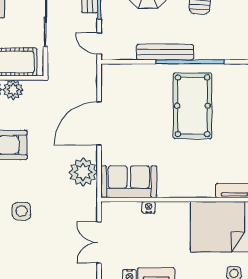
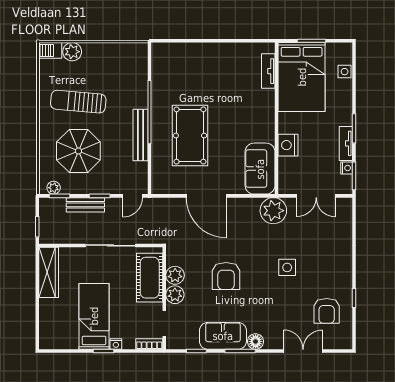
pool table: (193, 106) -> (190, 136), moved, turned 90
plant: (83, 172) -> (273, 211), moved
nightstand: (149, 207) -> (288, 145), width x1.89, depth x1.79

